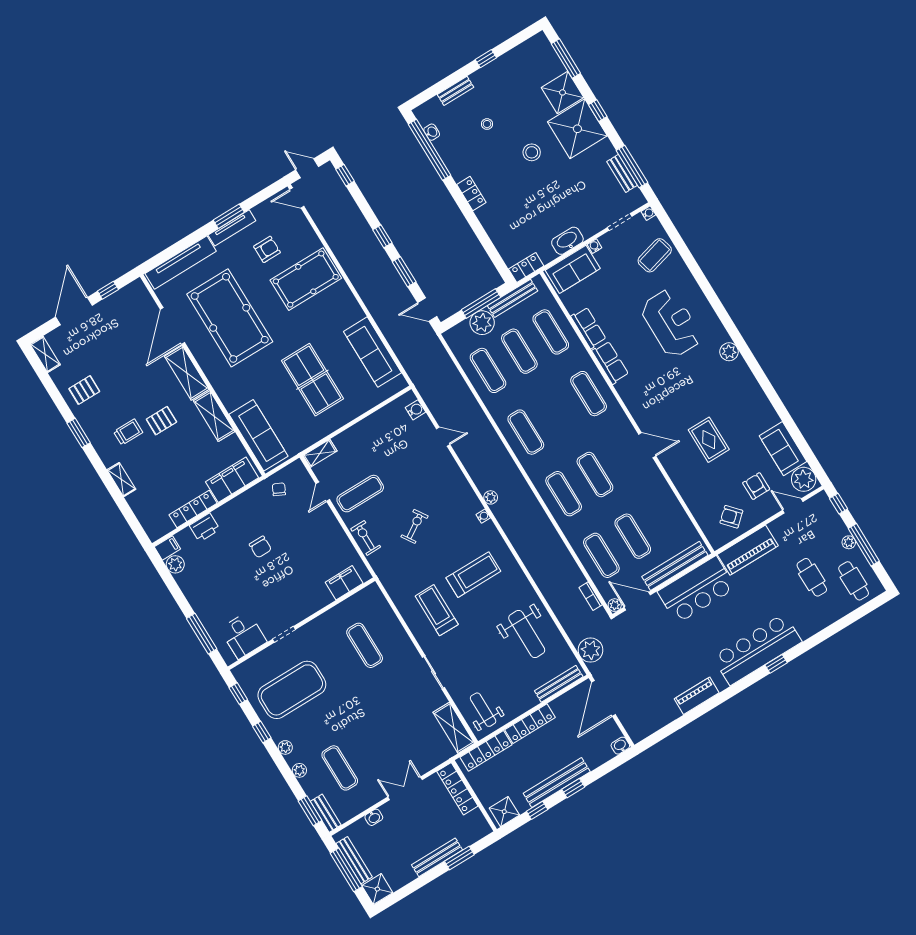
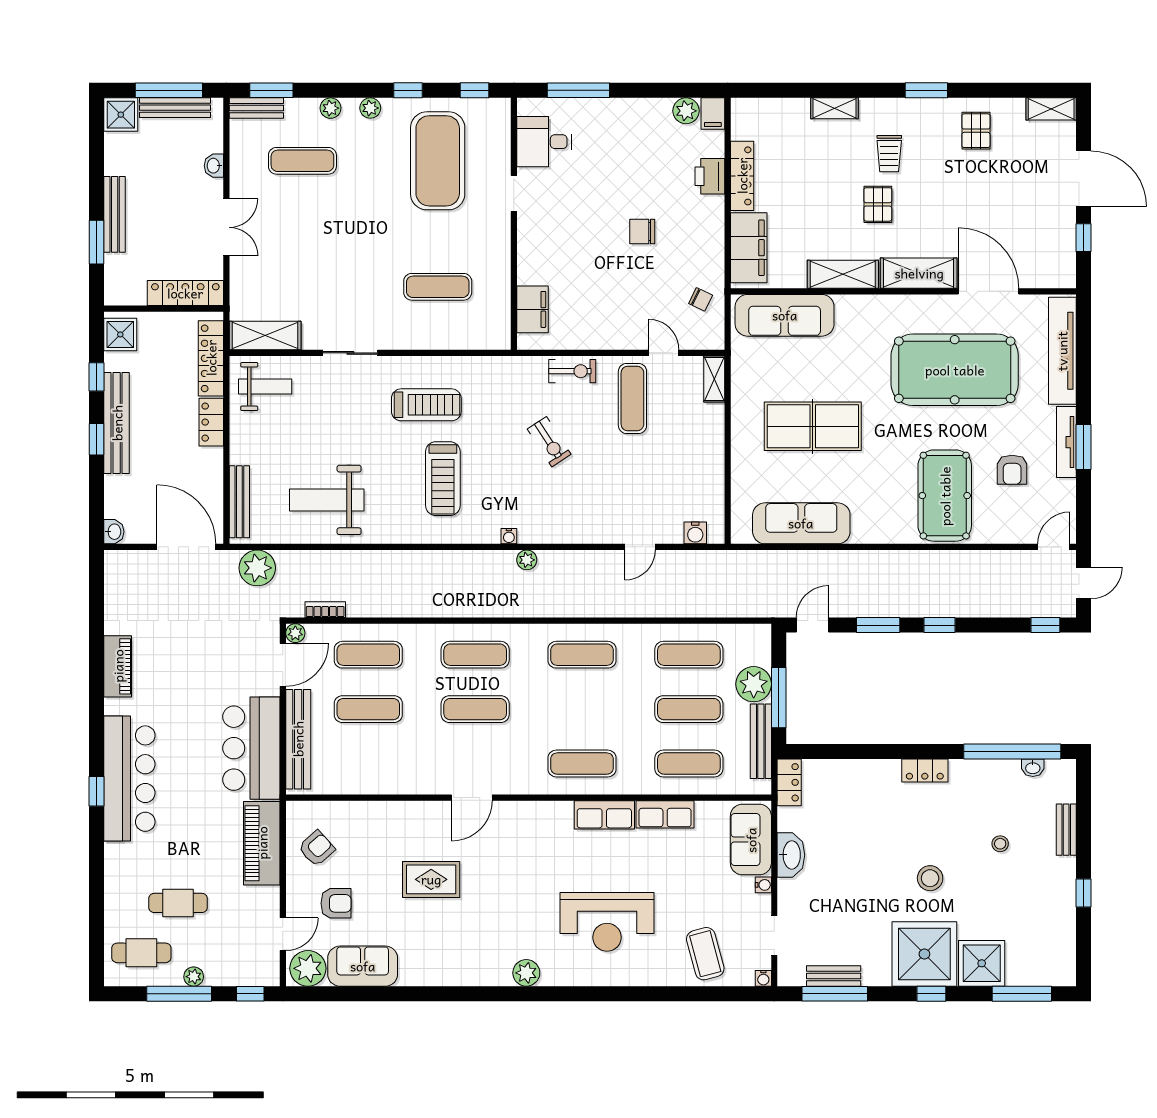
locker: (530, 724) -> (211, 422), width x0.66

